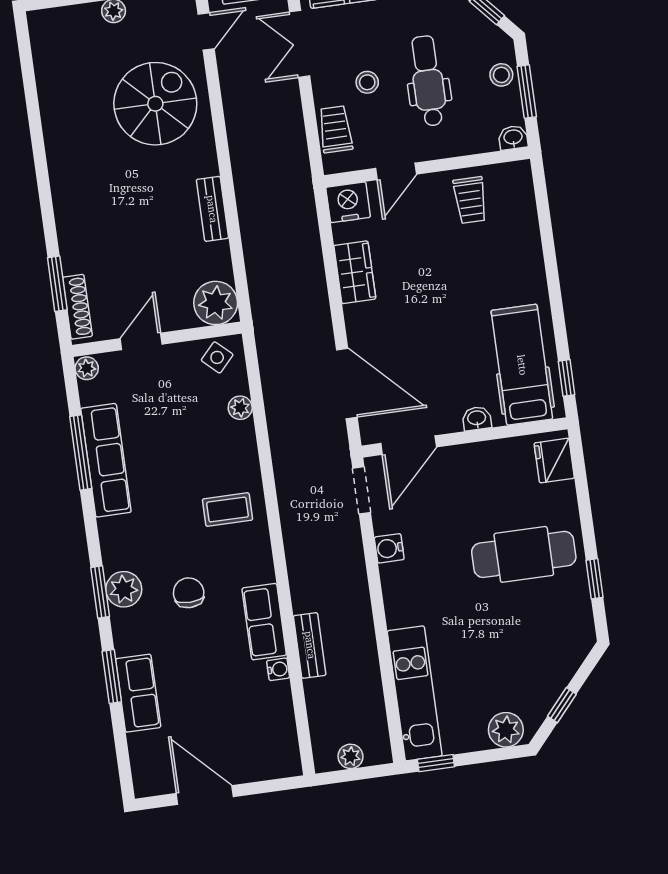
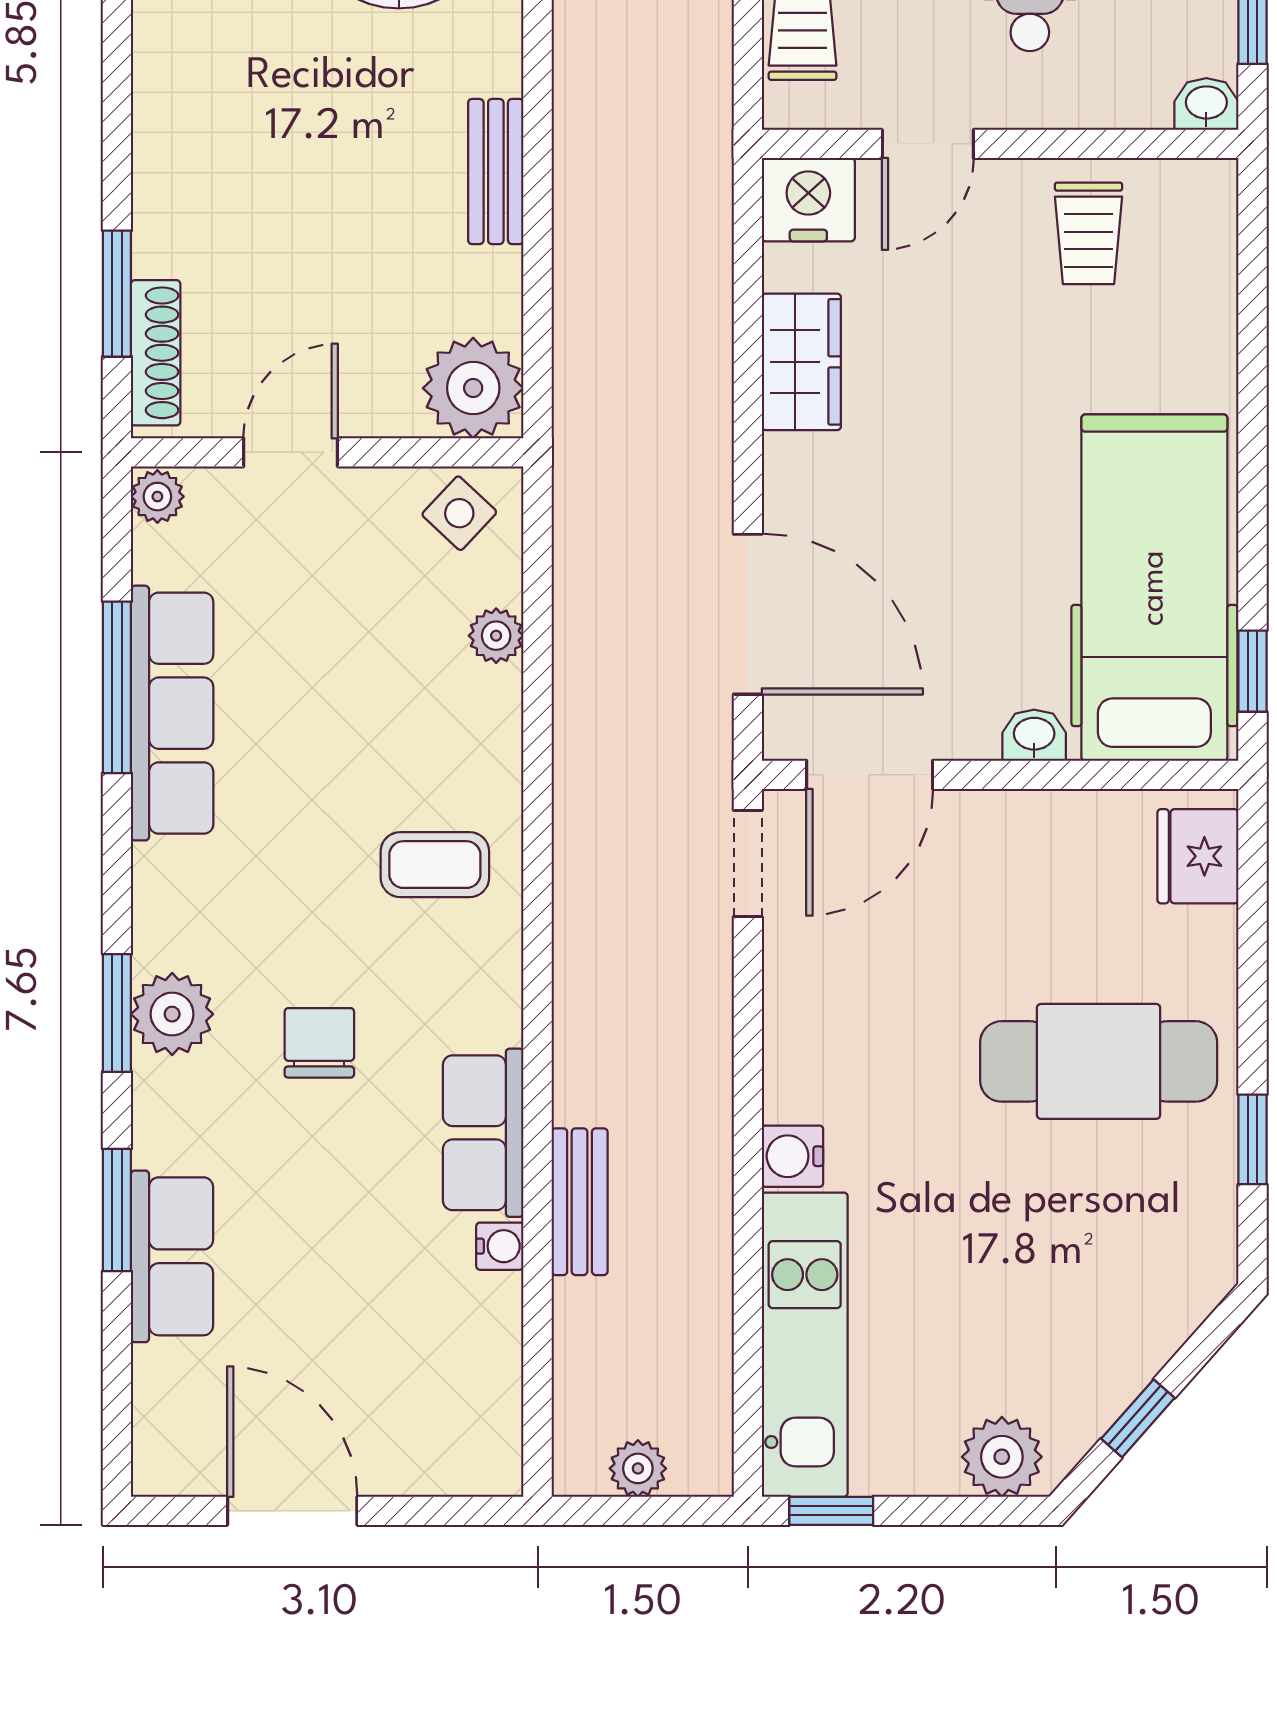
hospital bed: (522, 365) -> (1154, 588), width x1.37, depth x1.29
water cooler: (389, 548) -> (793, 1156), moved

